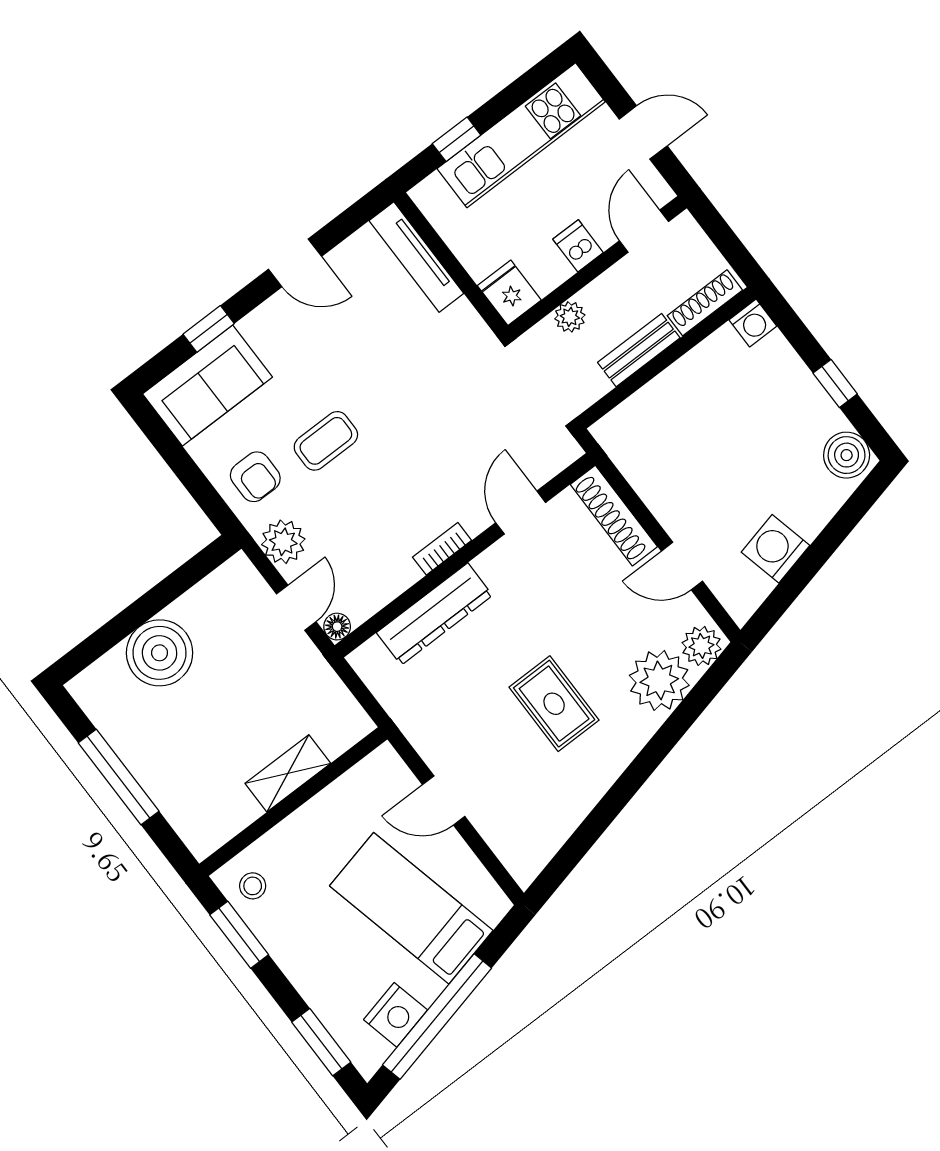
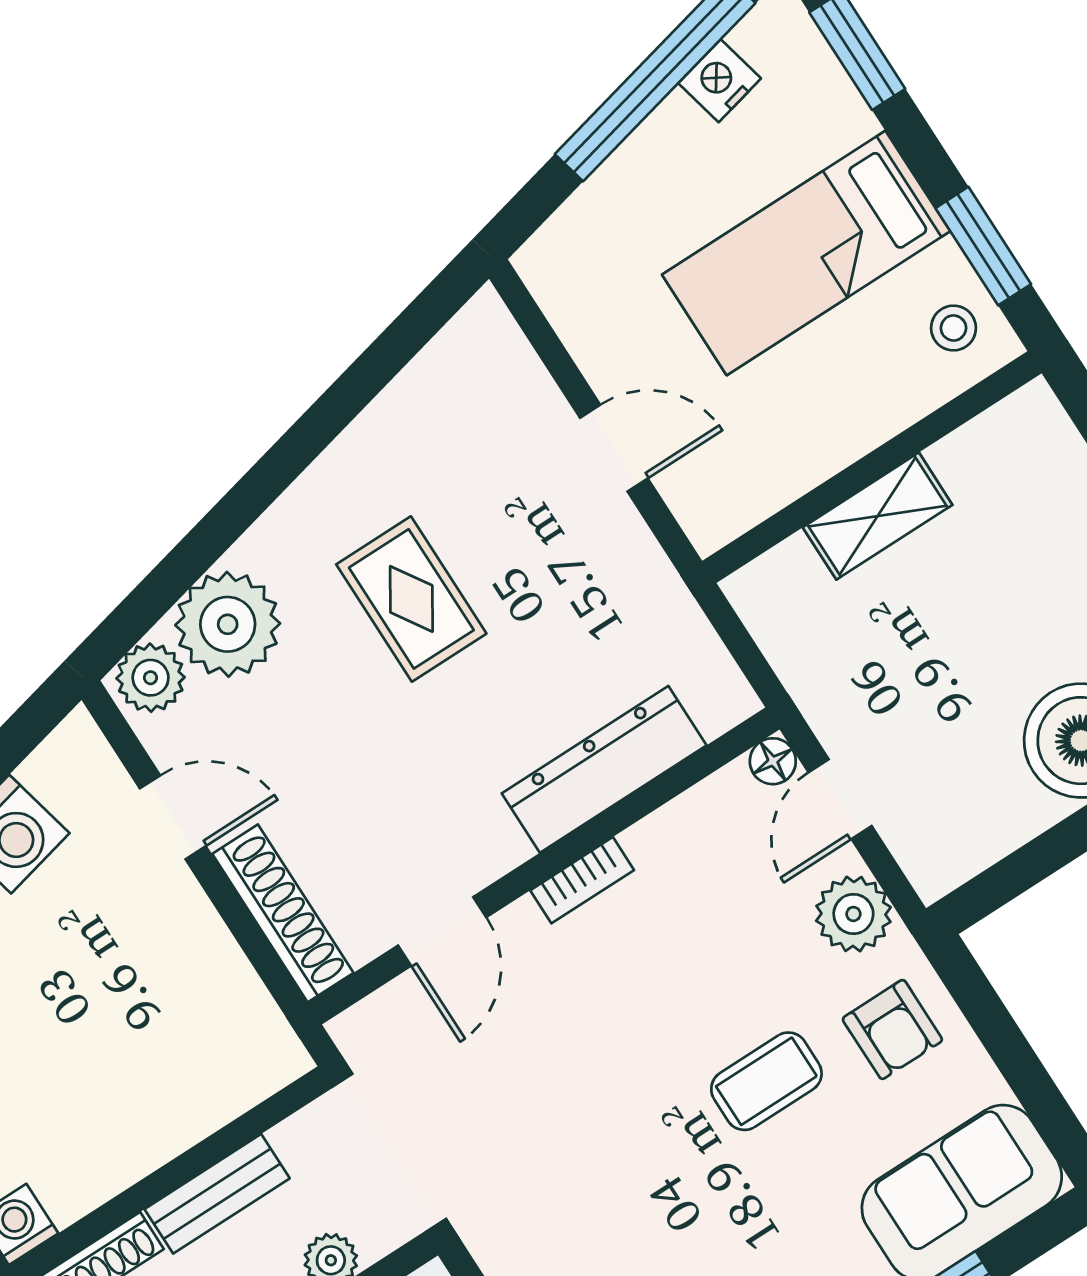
armchair: (255, 477) -> (892, 1029), turned 180
bed: (411, 908) -> (806, 253), moved, turned 103
nightstand: (396, 1015) -> (720, 81), width x0.74, depth x0.75

